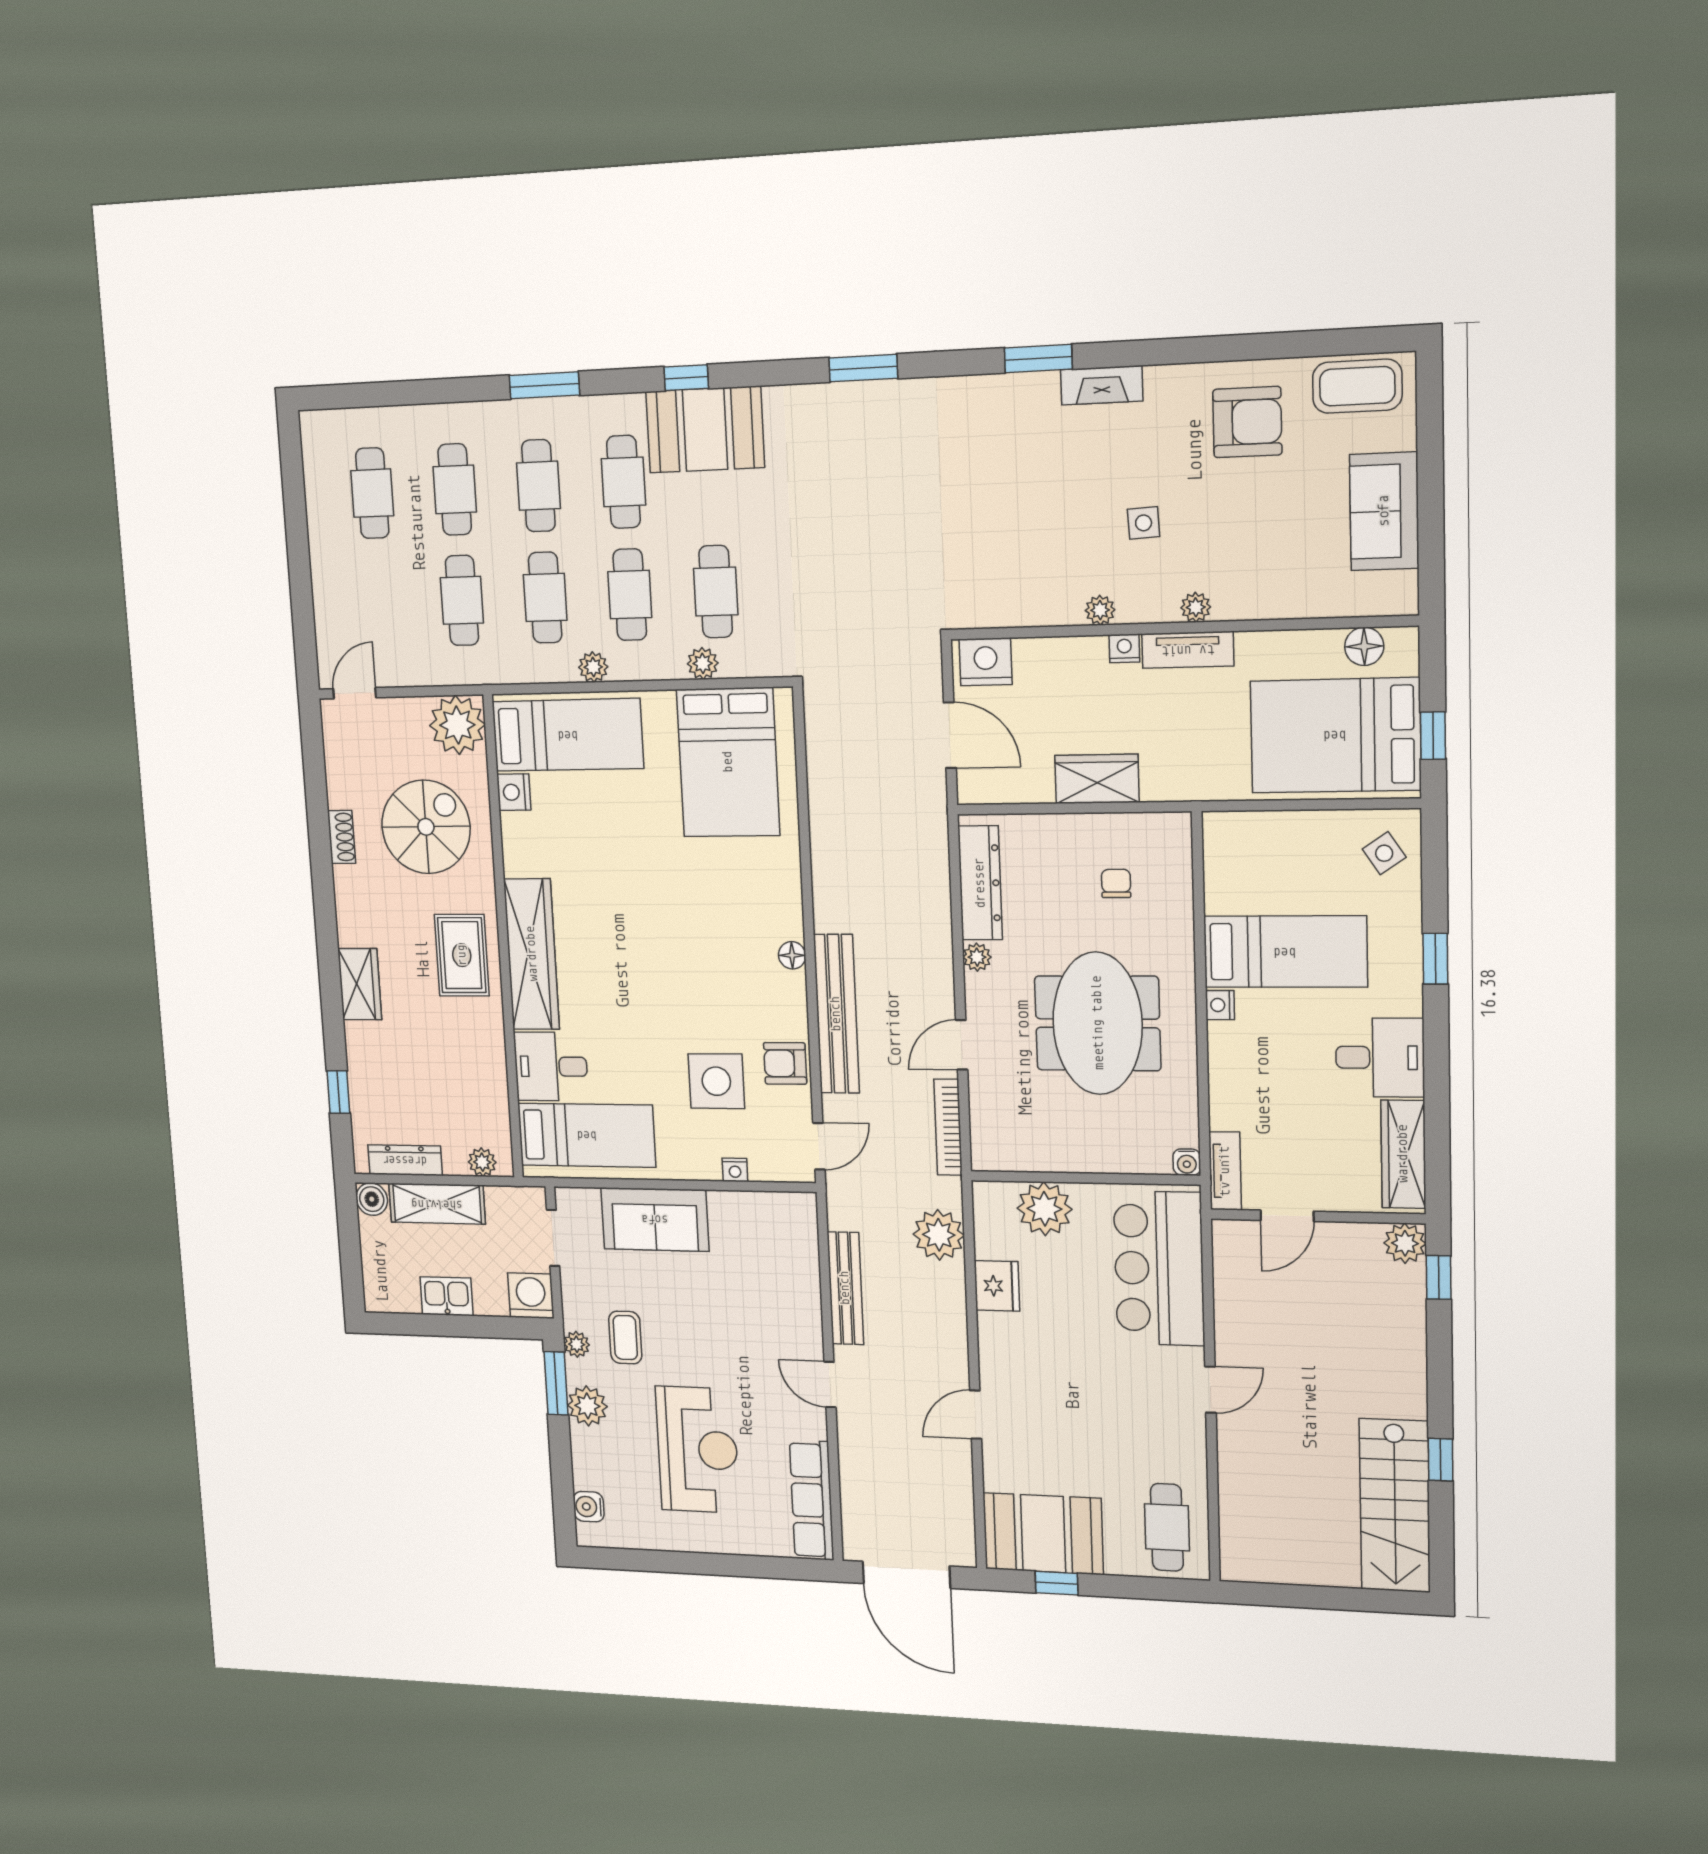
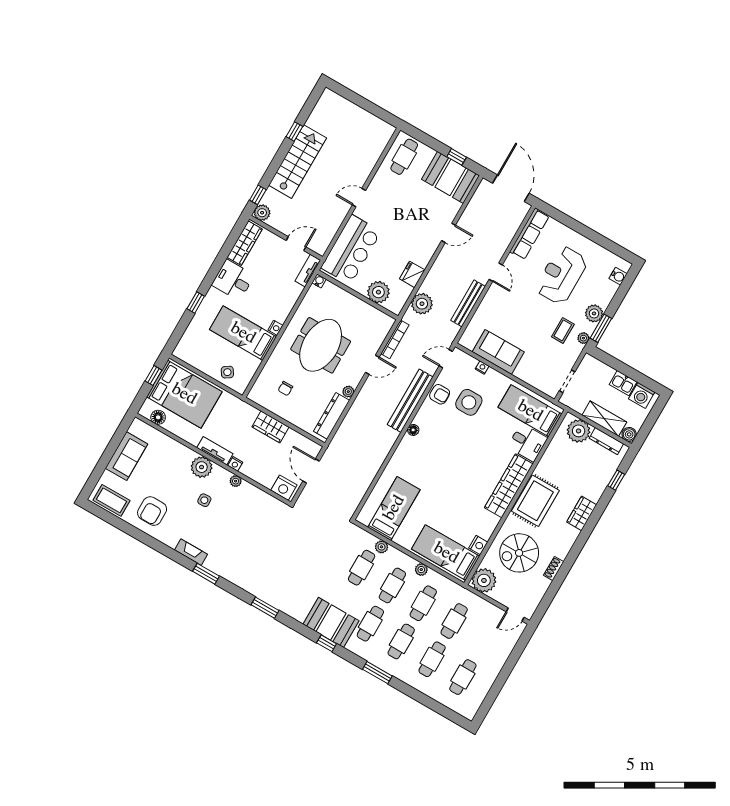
armchair: (1247, 422) -> (152, 511), turned -90
plant: (1196, 607) -> (202, 467), width x1.88, depth x1.88
bed: (728, 762) -> (394, 508), width x0.67
side table: (1384, 853) -> (227, 372), moved
rug: (462, 955) -> (535, 501), width x1.36, depth x1.43
plant: (482, 1162) -> (579, 431), width x1.88, depth x1.88
sofa: (655, 1219) -> (498, 352), moved
washing machine: (531, 1296) -> (642, 395), moved
stairs: (1395, 1506) -> (298, 162), moved

